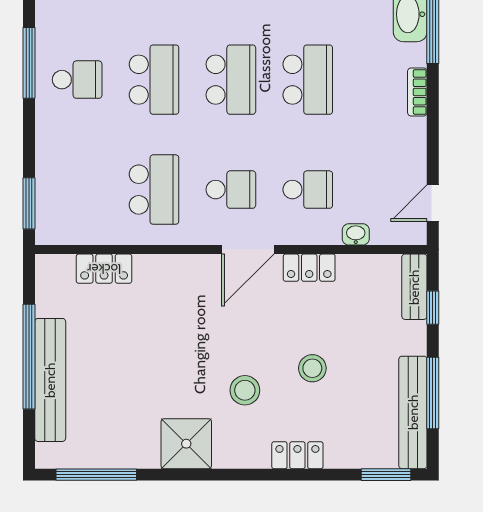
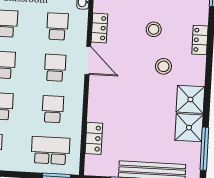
school desk: (77, 190) -> (50, 150), added
school desk: (154, 190) -> (53, 109), width x0.54
shower: (134, 444) -> (189, 128), added

